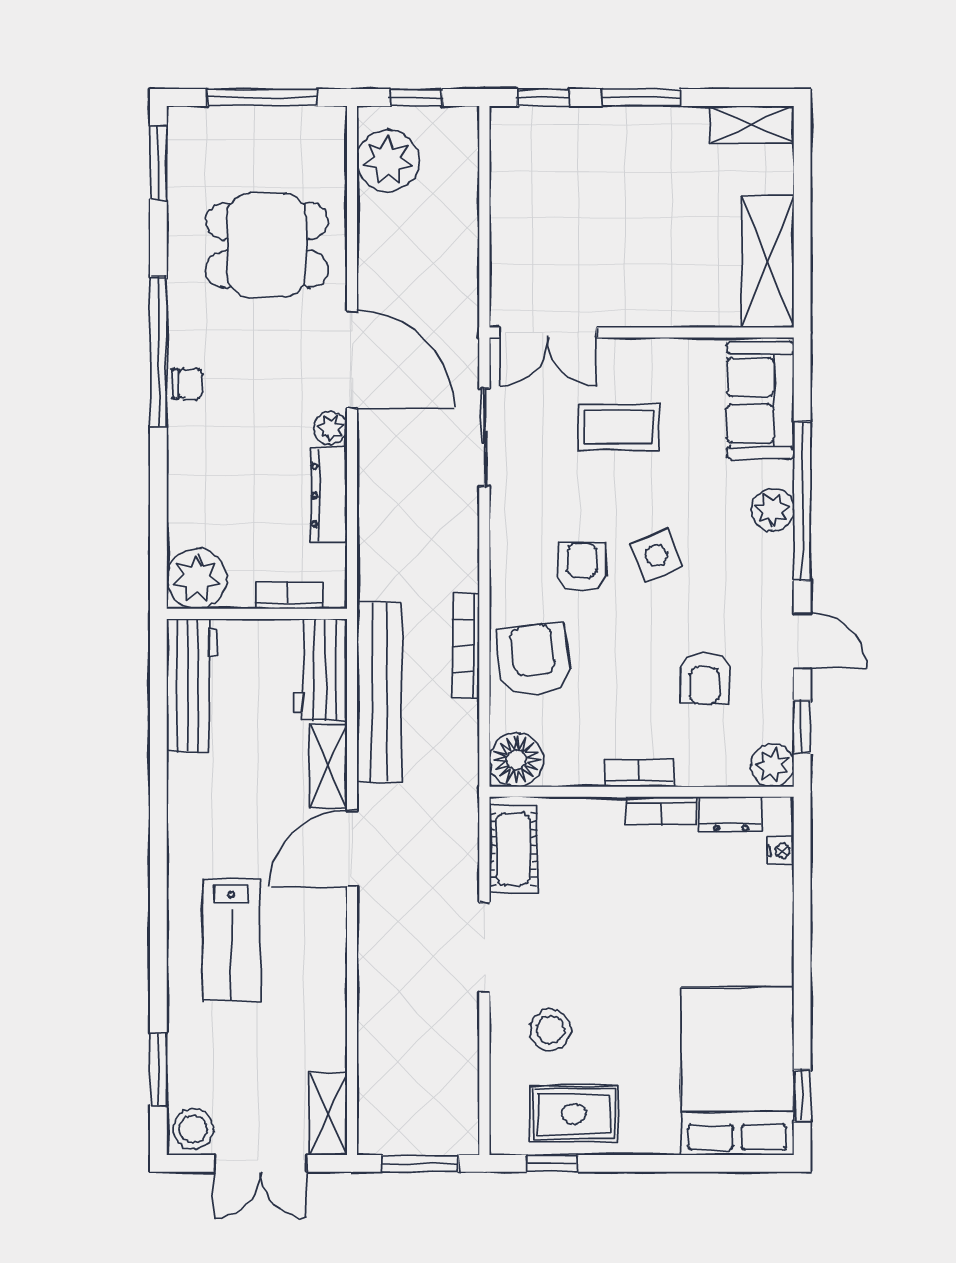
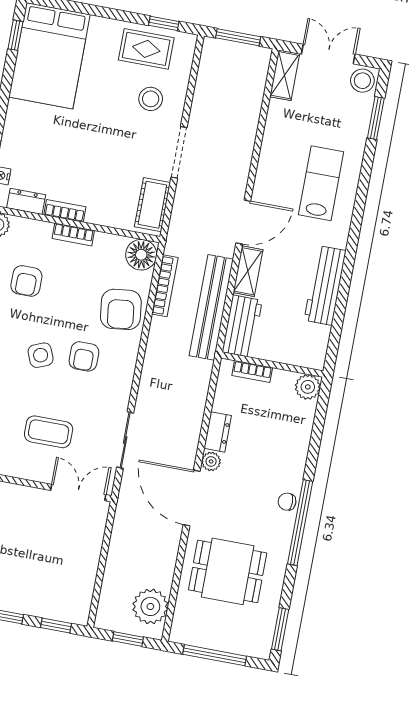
dresser: (329, 495) -> (218, 432), width x0.70
plant: (197, 579) -> (308, 387), width x0.73, depth x0.73
bookcase: (466, 646) -> (165, 286), moved
armchair: (705, 678) -> (26, 281), turned 180
workbench: (192, 685) -> (325, 285), moved

